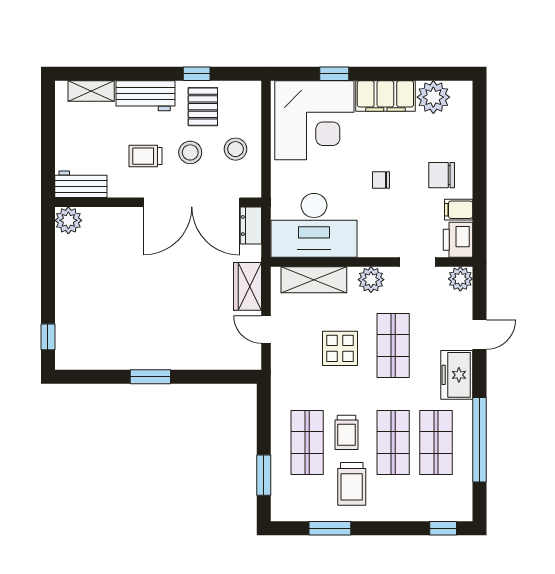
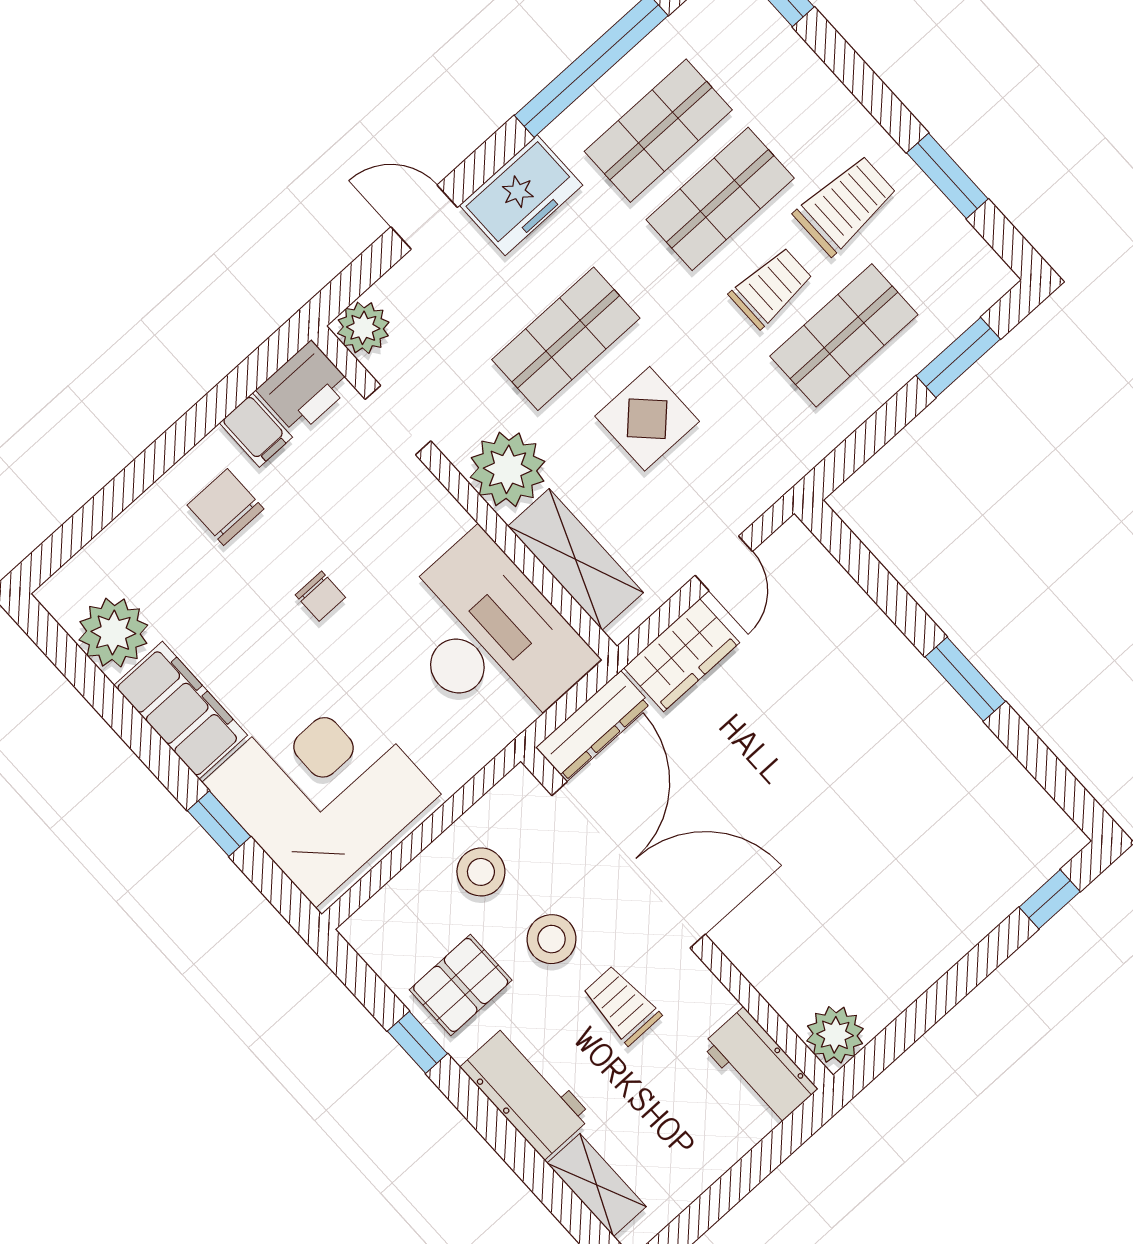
trolley: (145, 156) -> (622, 1005), turned 180
chair: (442, 175) -> (225, 507), turned 180
dresser: (251, 226) -> (593, 726), width x1.44
plant: (371, 280) -> (508, 469), width x1.36, depth x1.36

